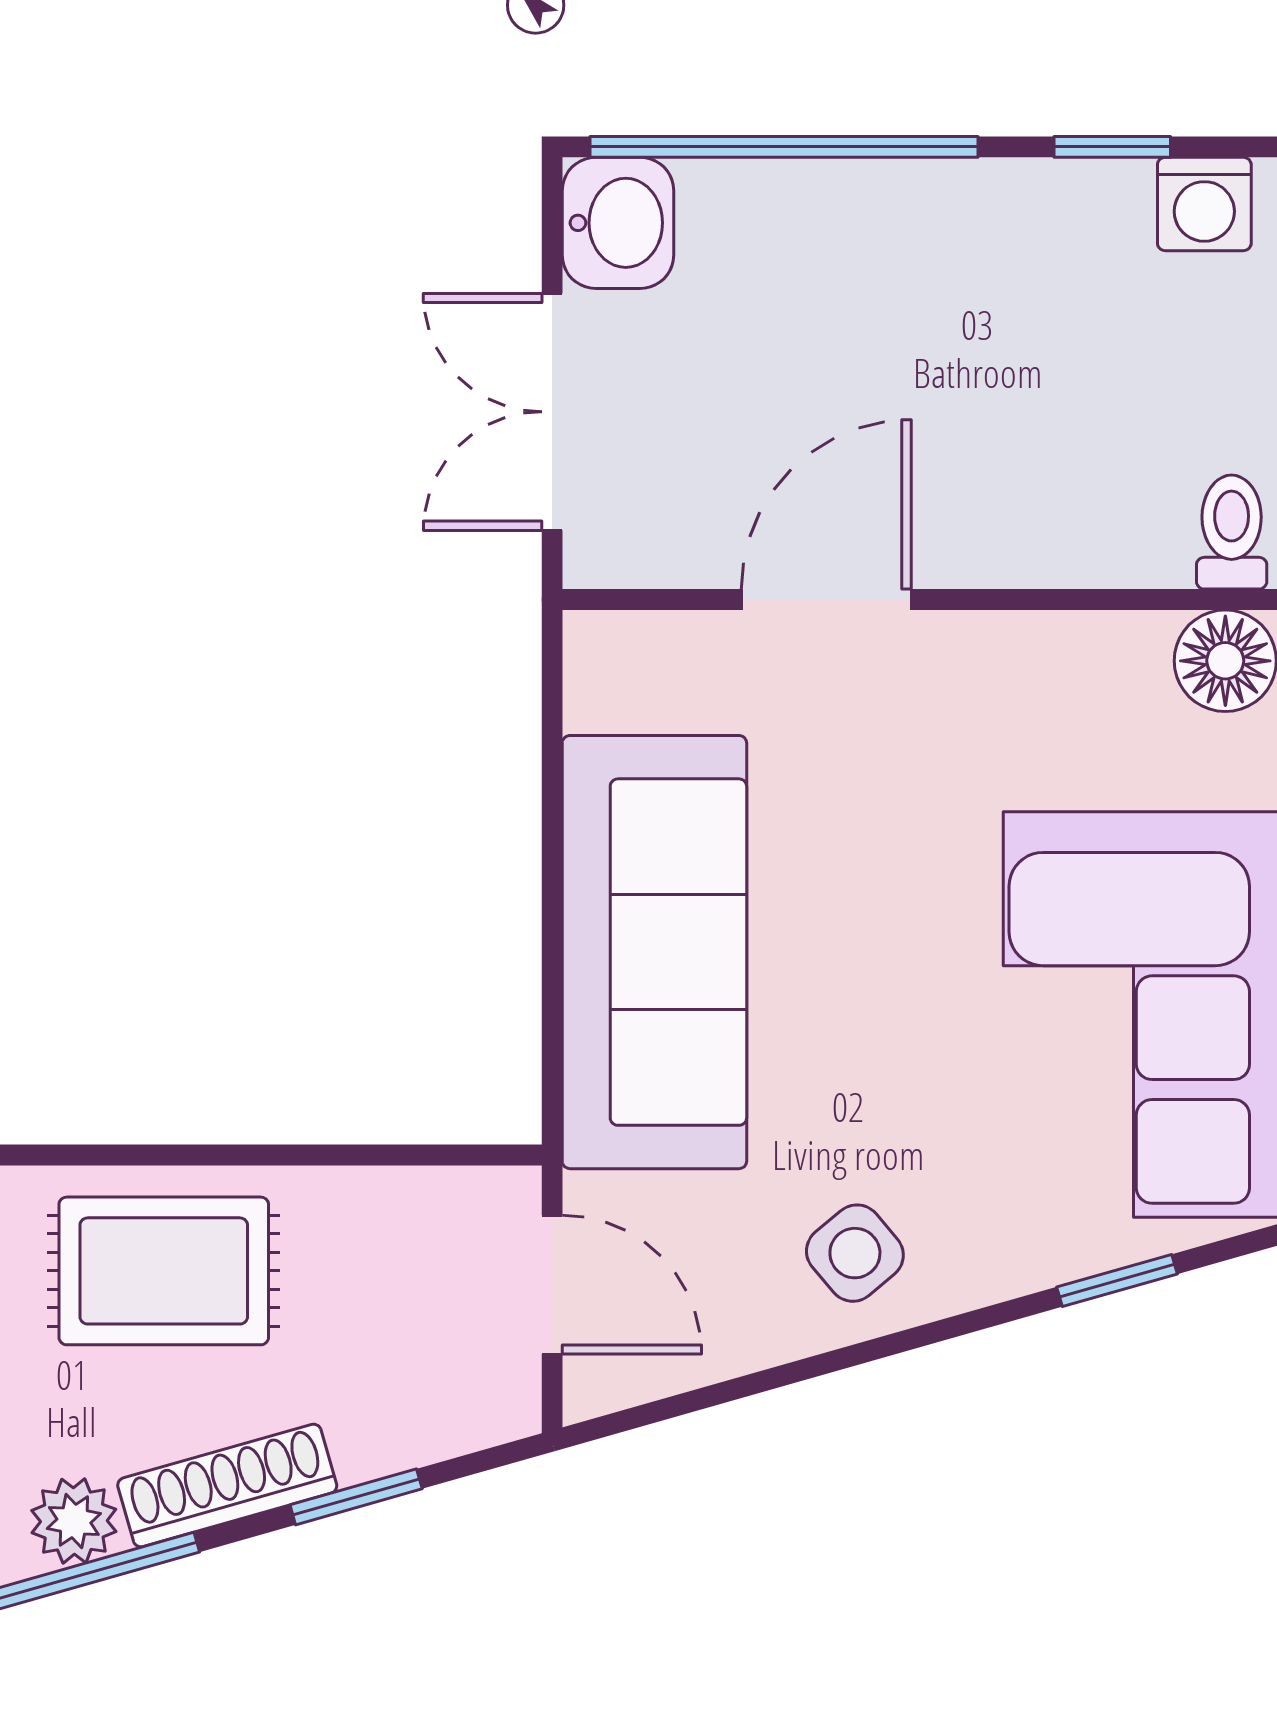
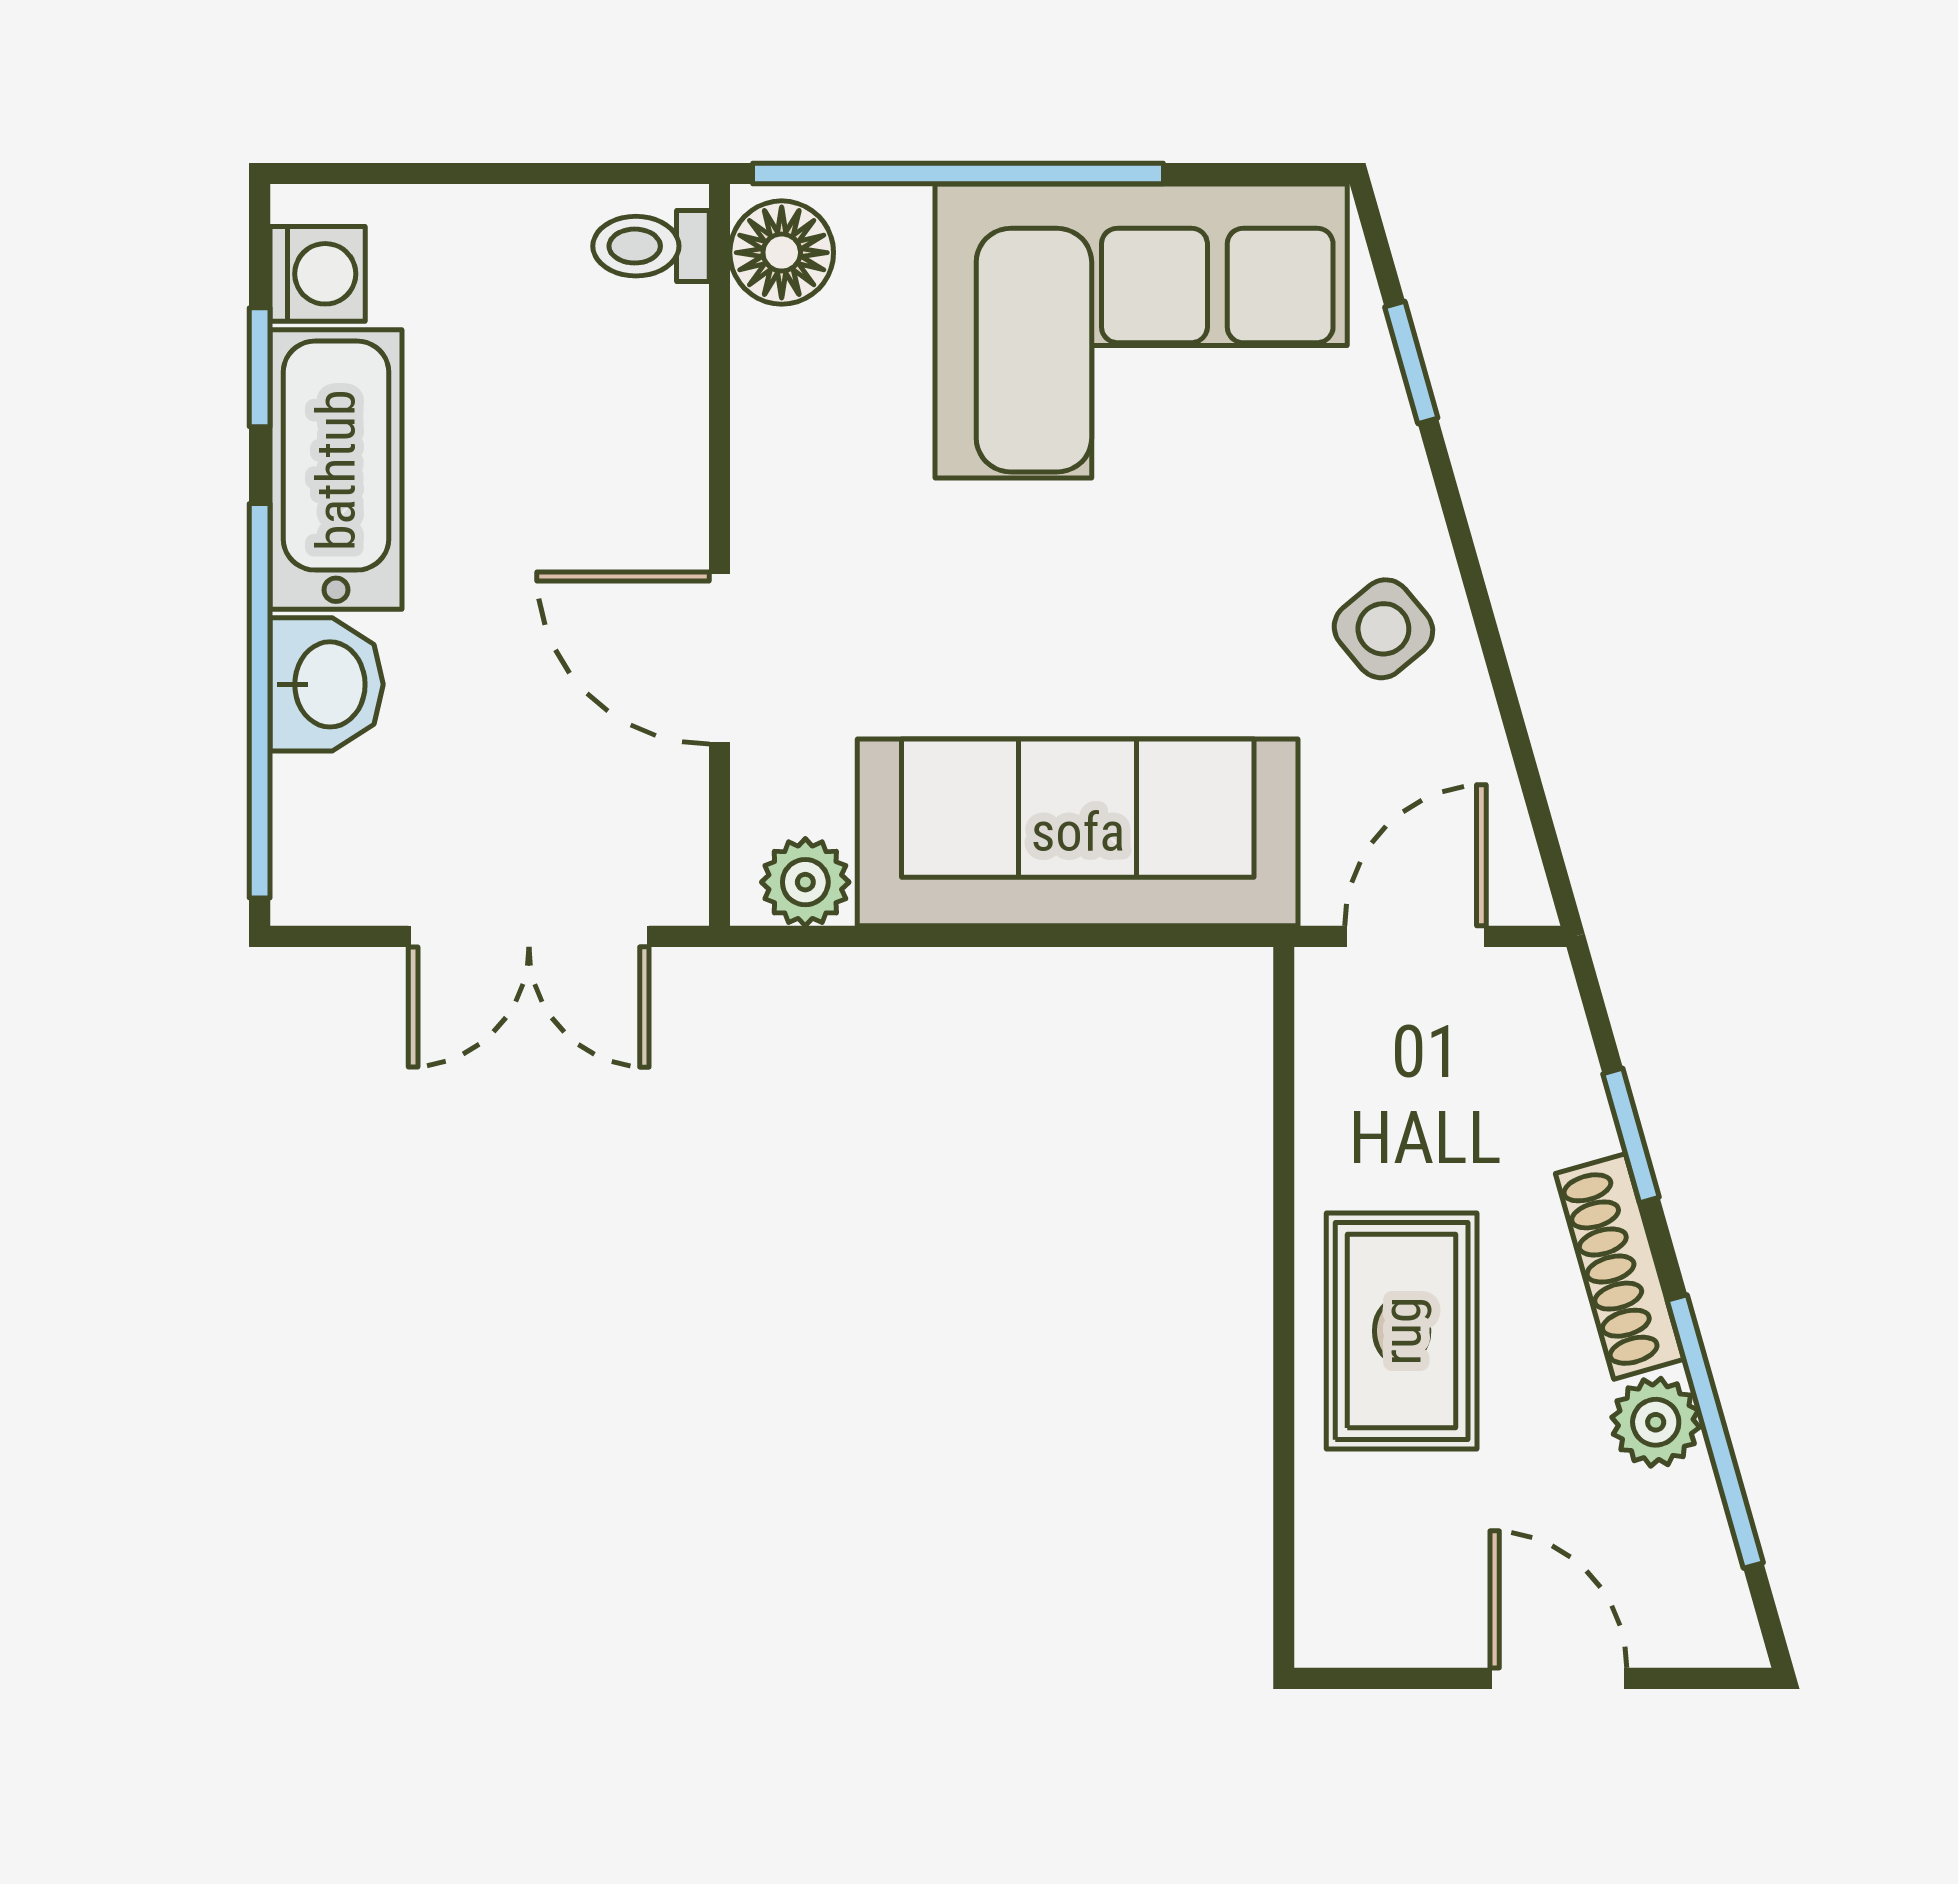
bathtub: (1012, 222) -> (336, 470), added
washbasin: (618, 223) -> (327, 684), moved, turned 90
plant: (606, 684) -> (805, 882), added

